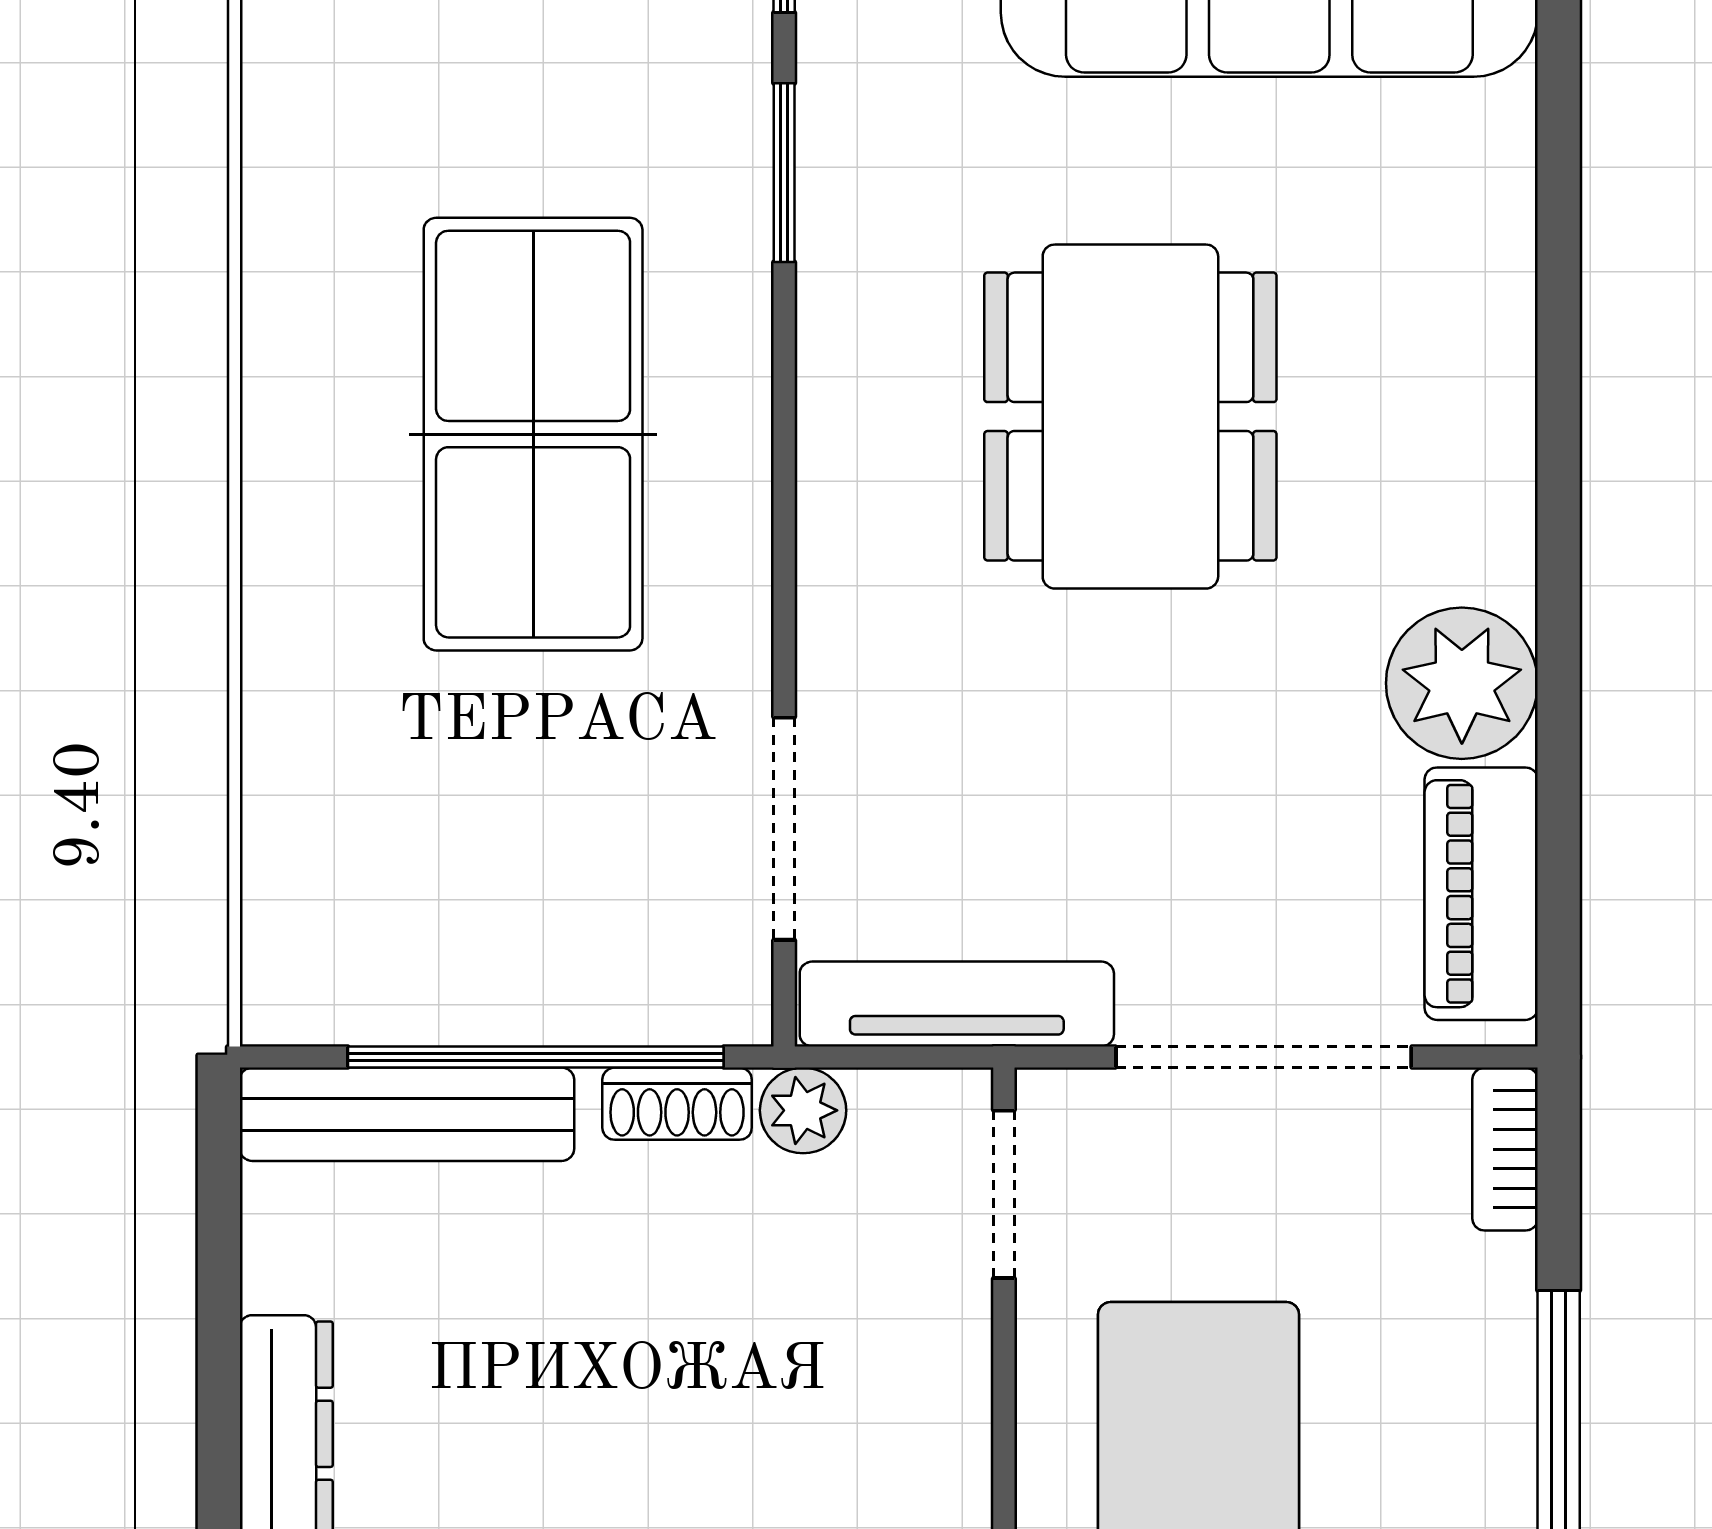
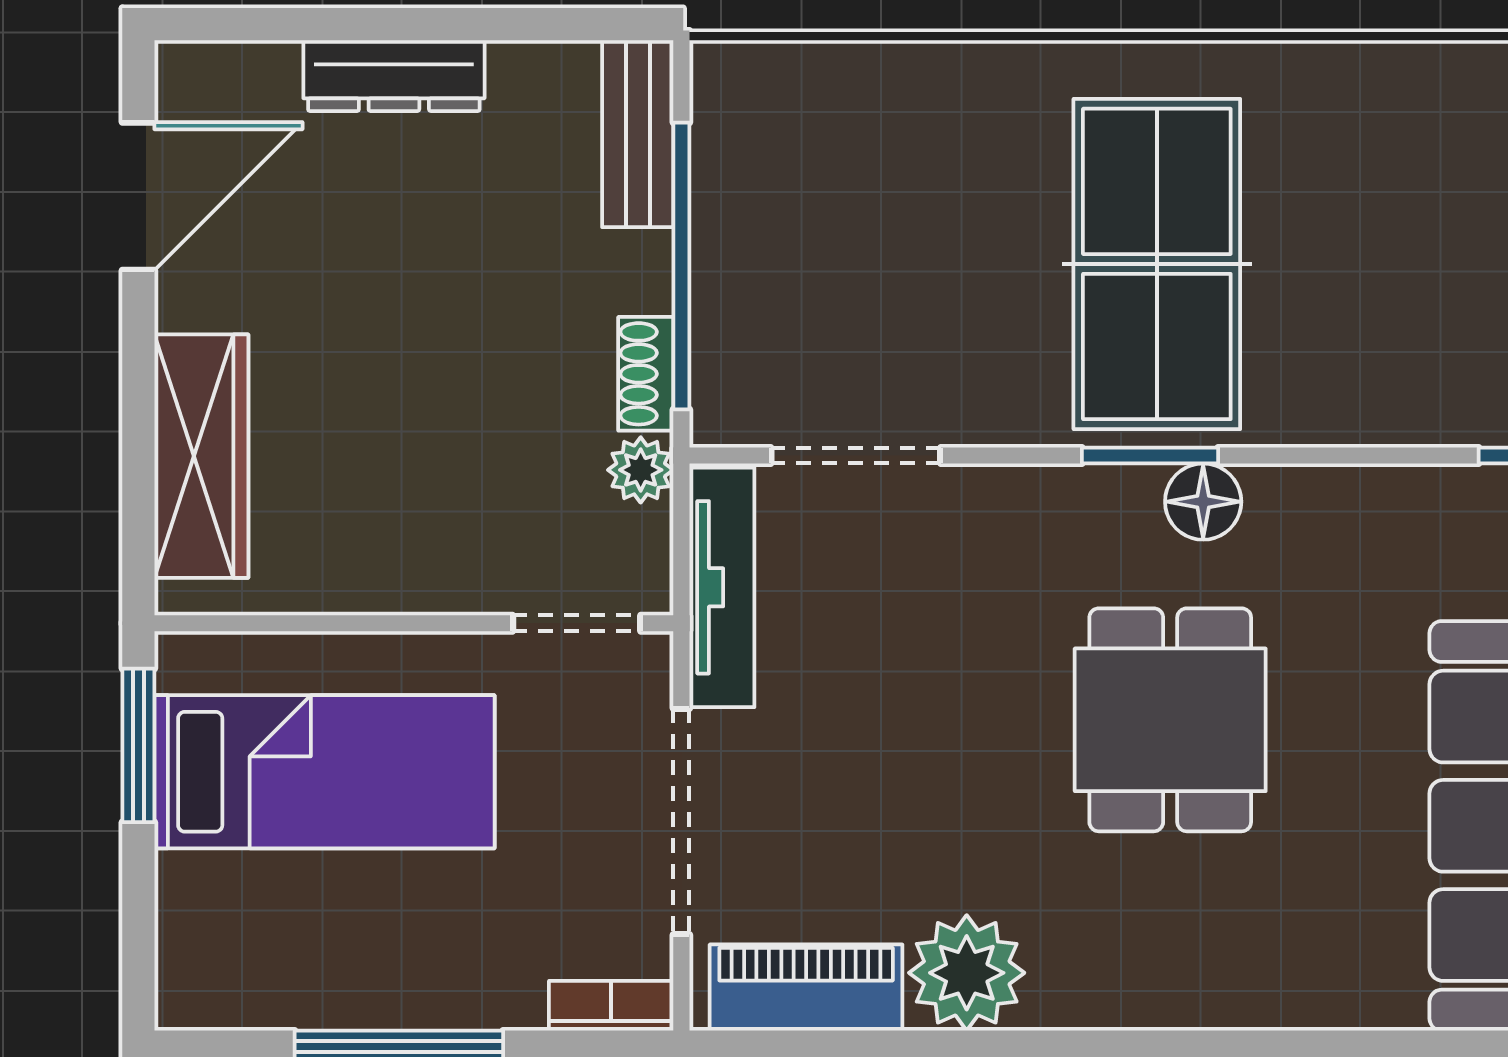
window: (784, 173) -> (1150, 456), moved
floor lamp: (845, 373) -> (1203, 502), added
dining table: (1130, 417) -> (1170, 720), width x0.73
table tennis table: (533, 434) -> (1157, 264), turned 90
bench: (407, 1114) -> (638, 134), width x0.73

